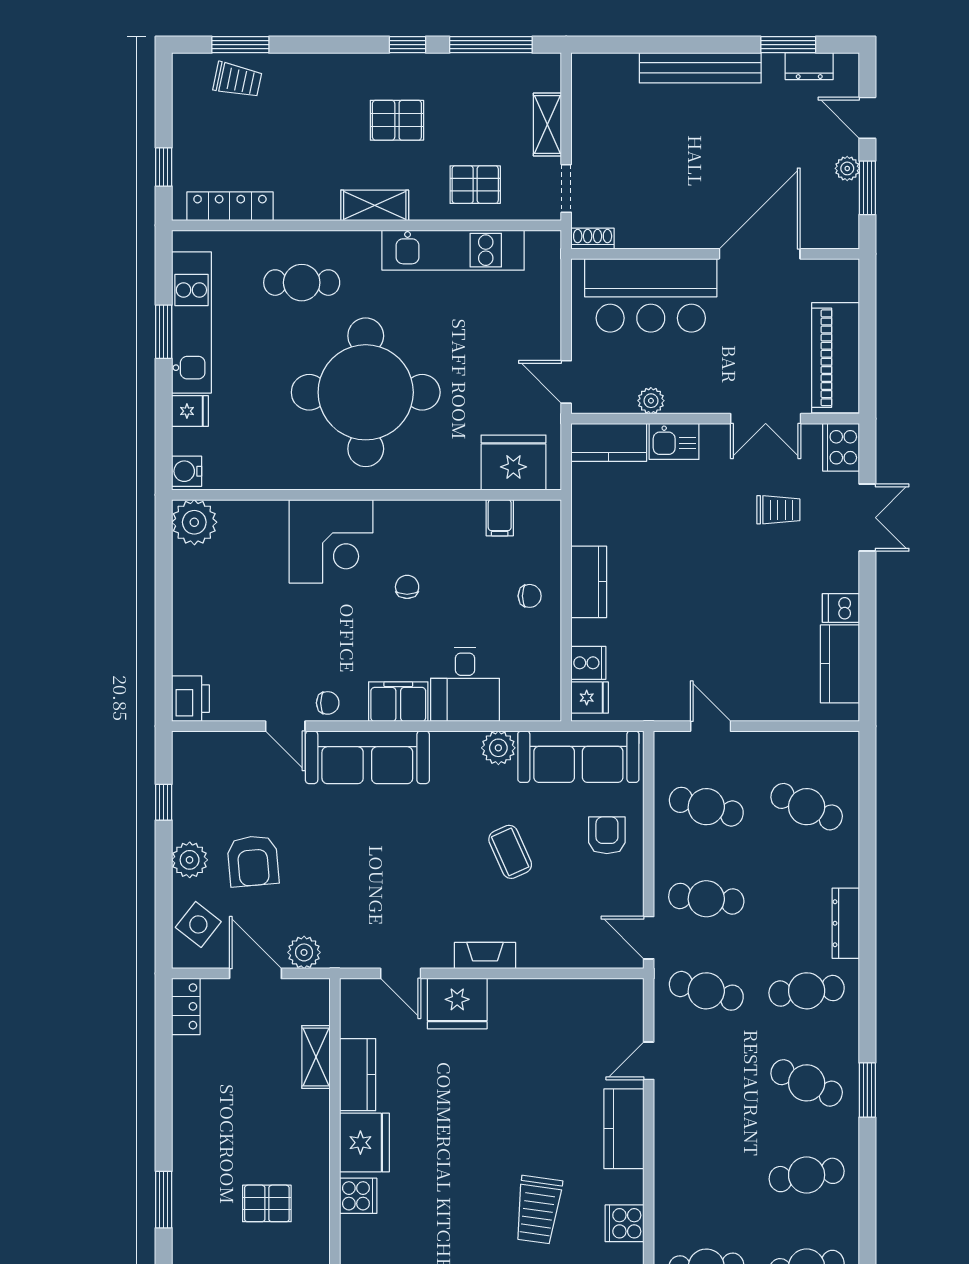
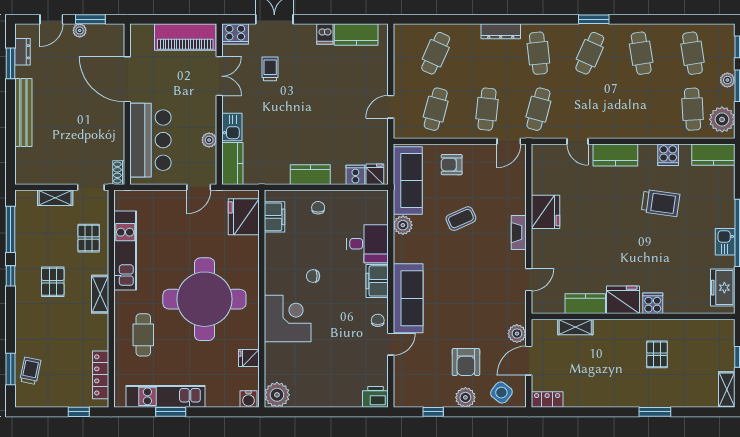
fridge: (190, 411) -> (249, 358), moved, turned -90
filing cabinet: (500, 518) -> (274, 217), width x2.00
armchair: (253, 861) -> (466, 362), turned 95
fridge: (457, 1004) -> (545, 212), moved

